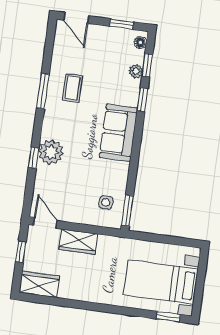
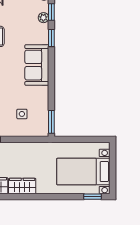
side table: (106, 202) -> (22, 114), moved
wardrobe: (78, 242) -> (22, 186), moved, turned 180

